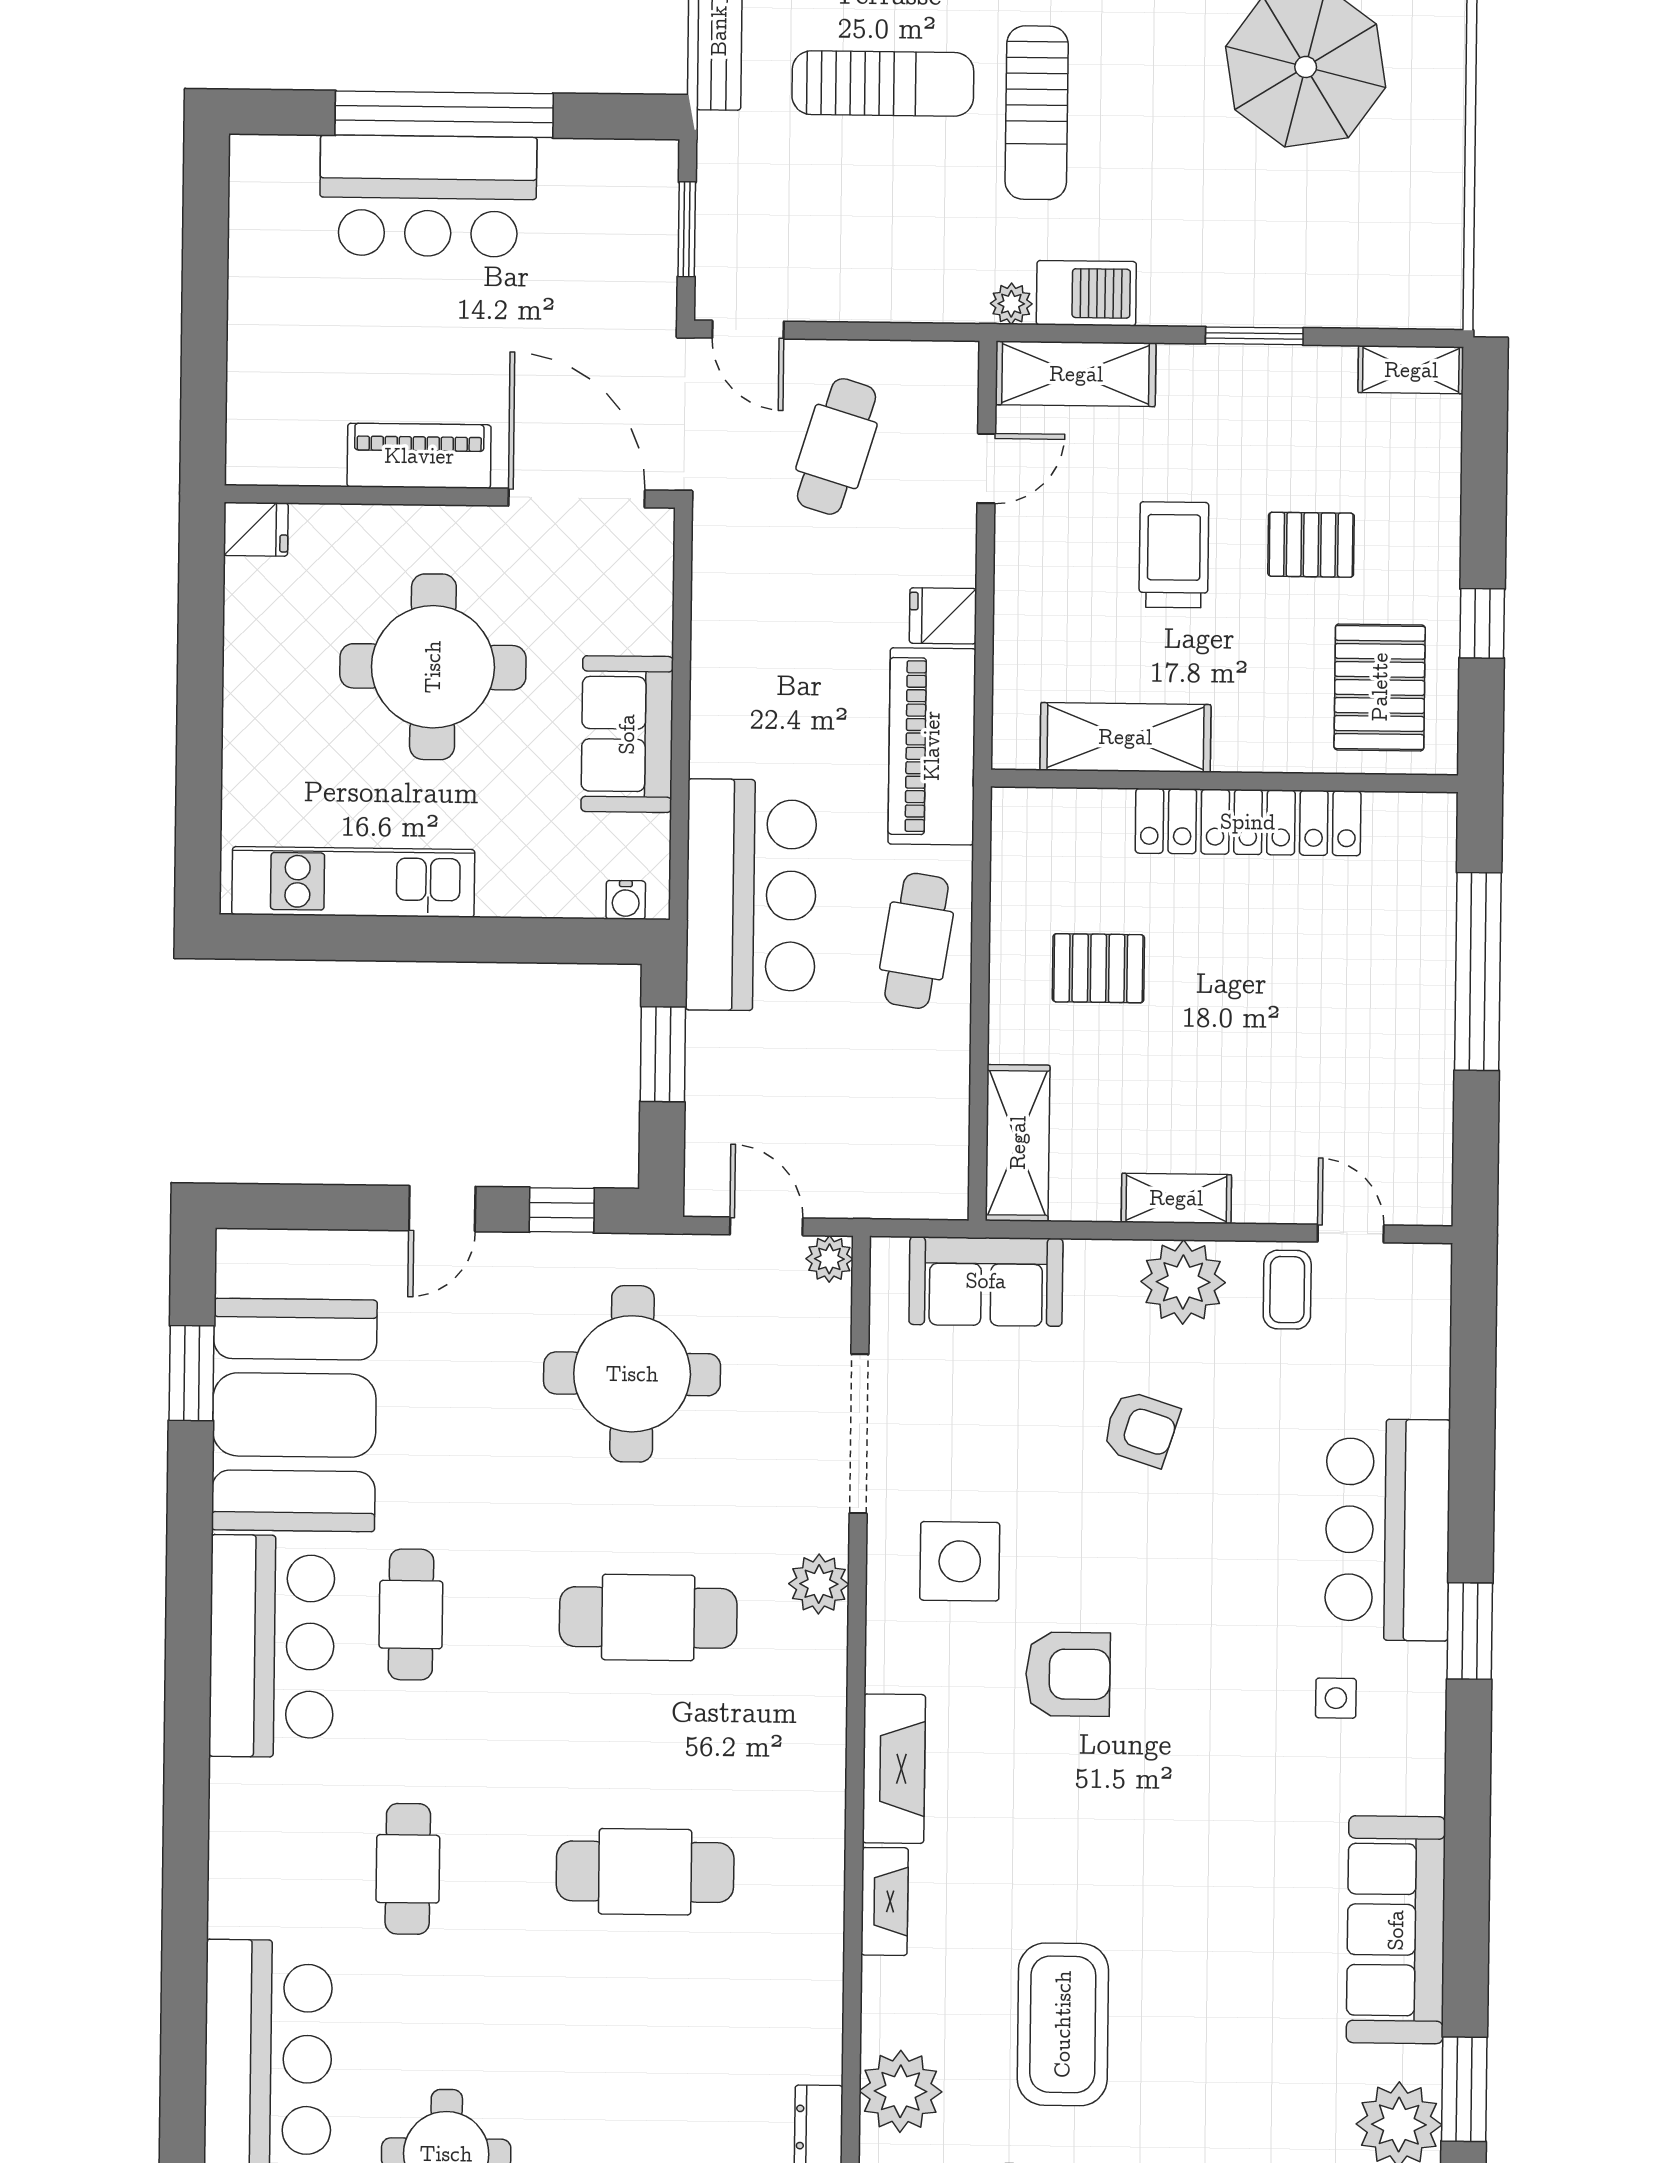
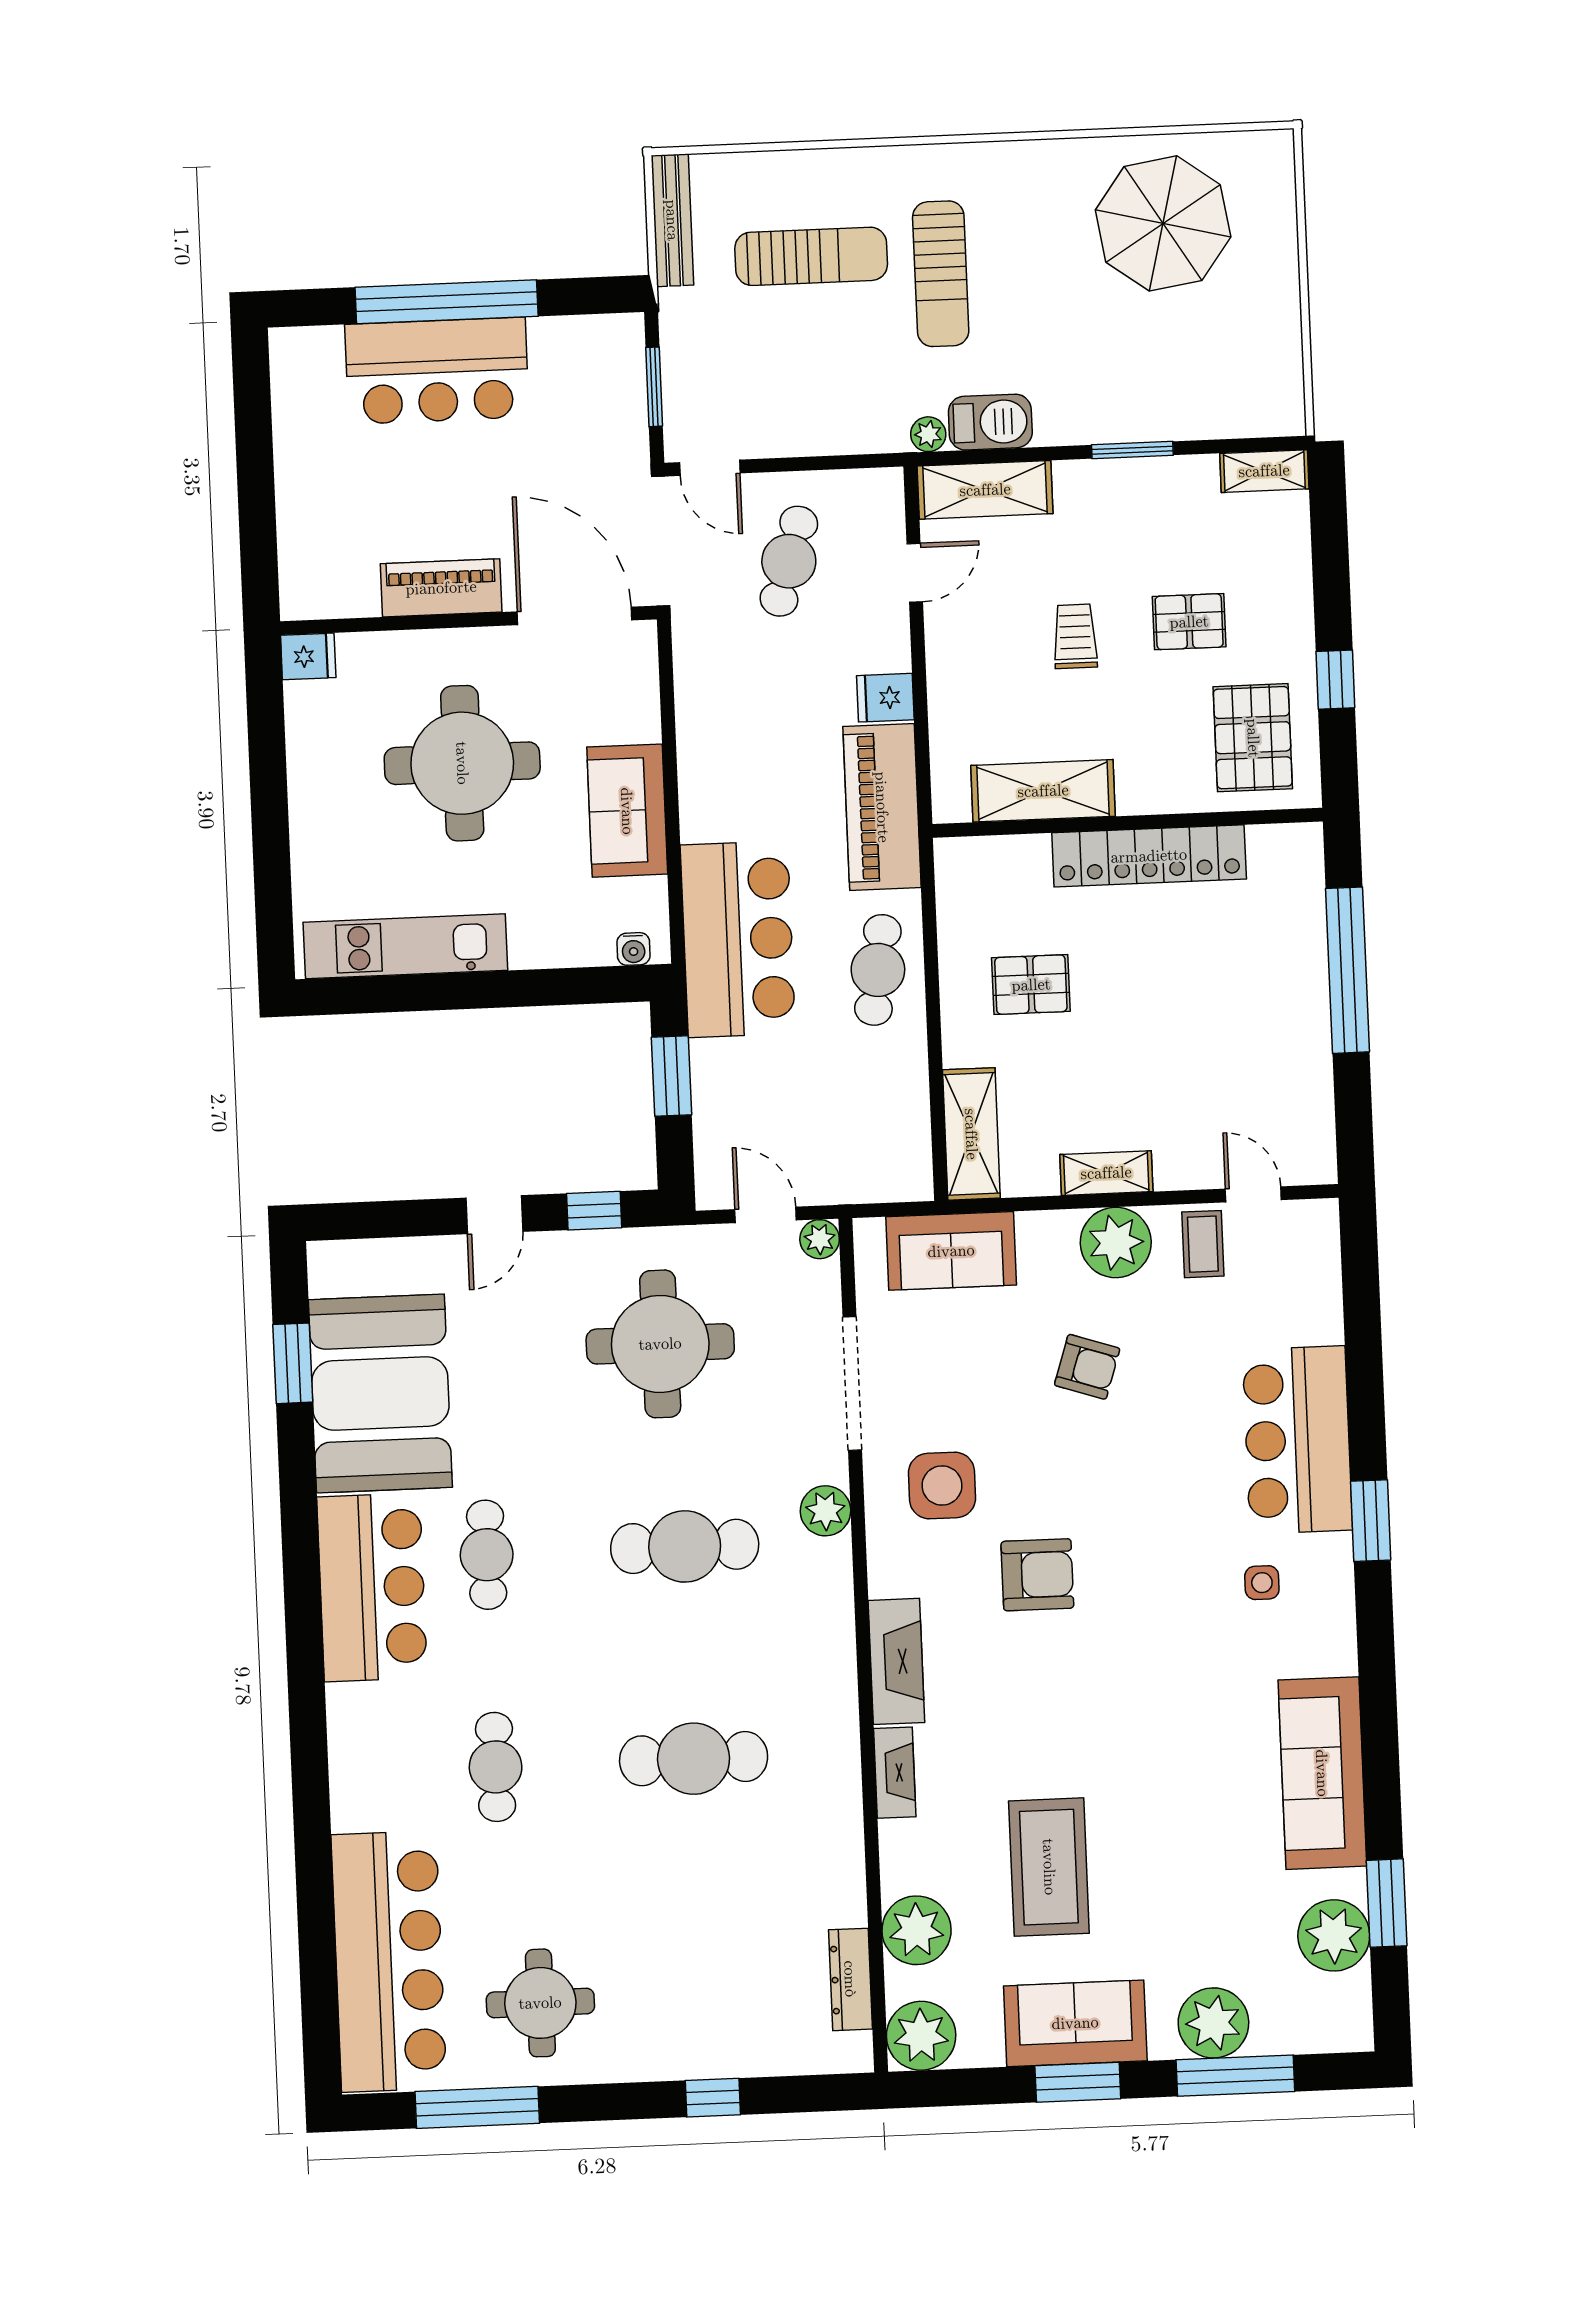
trolley: (1174, 555) -> (1075, 636), width x0.73, depth x0.72

